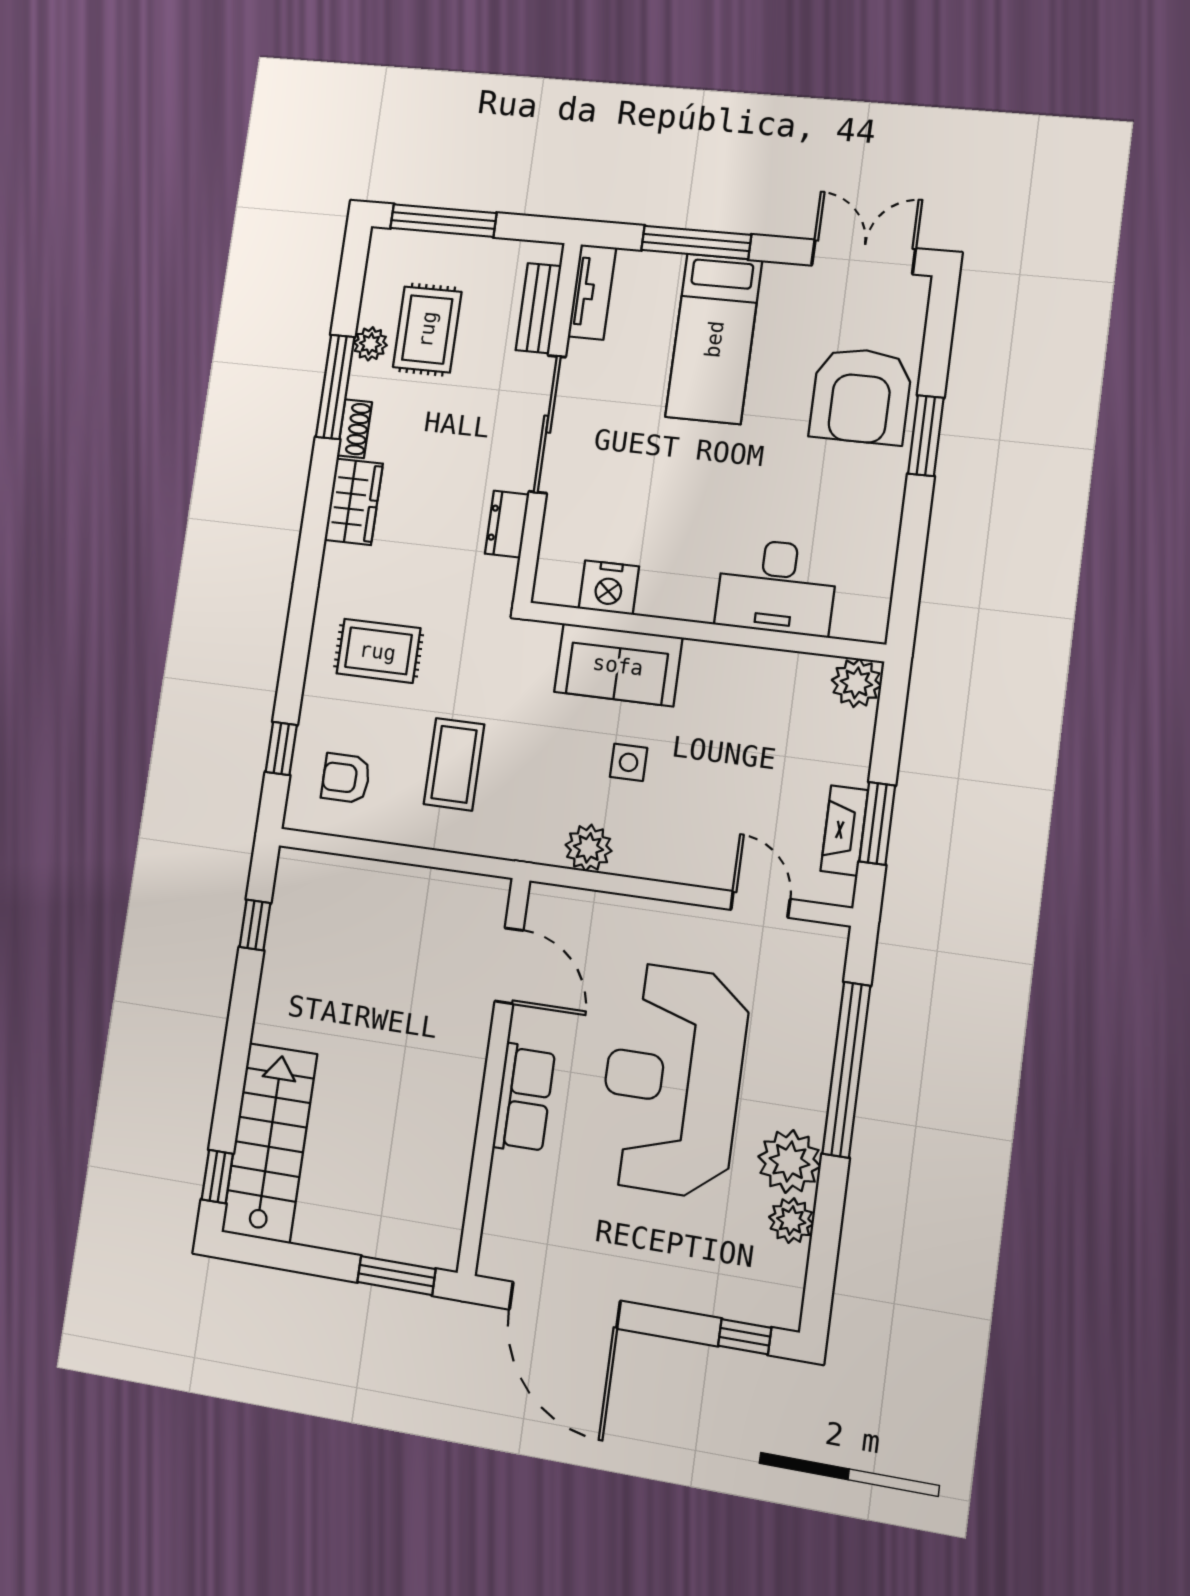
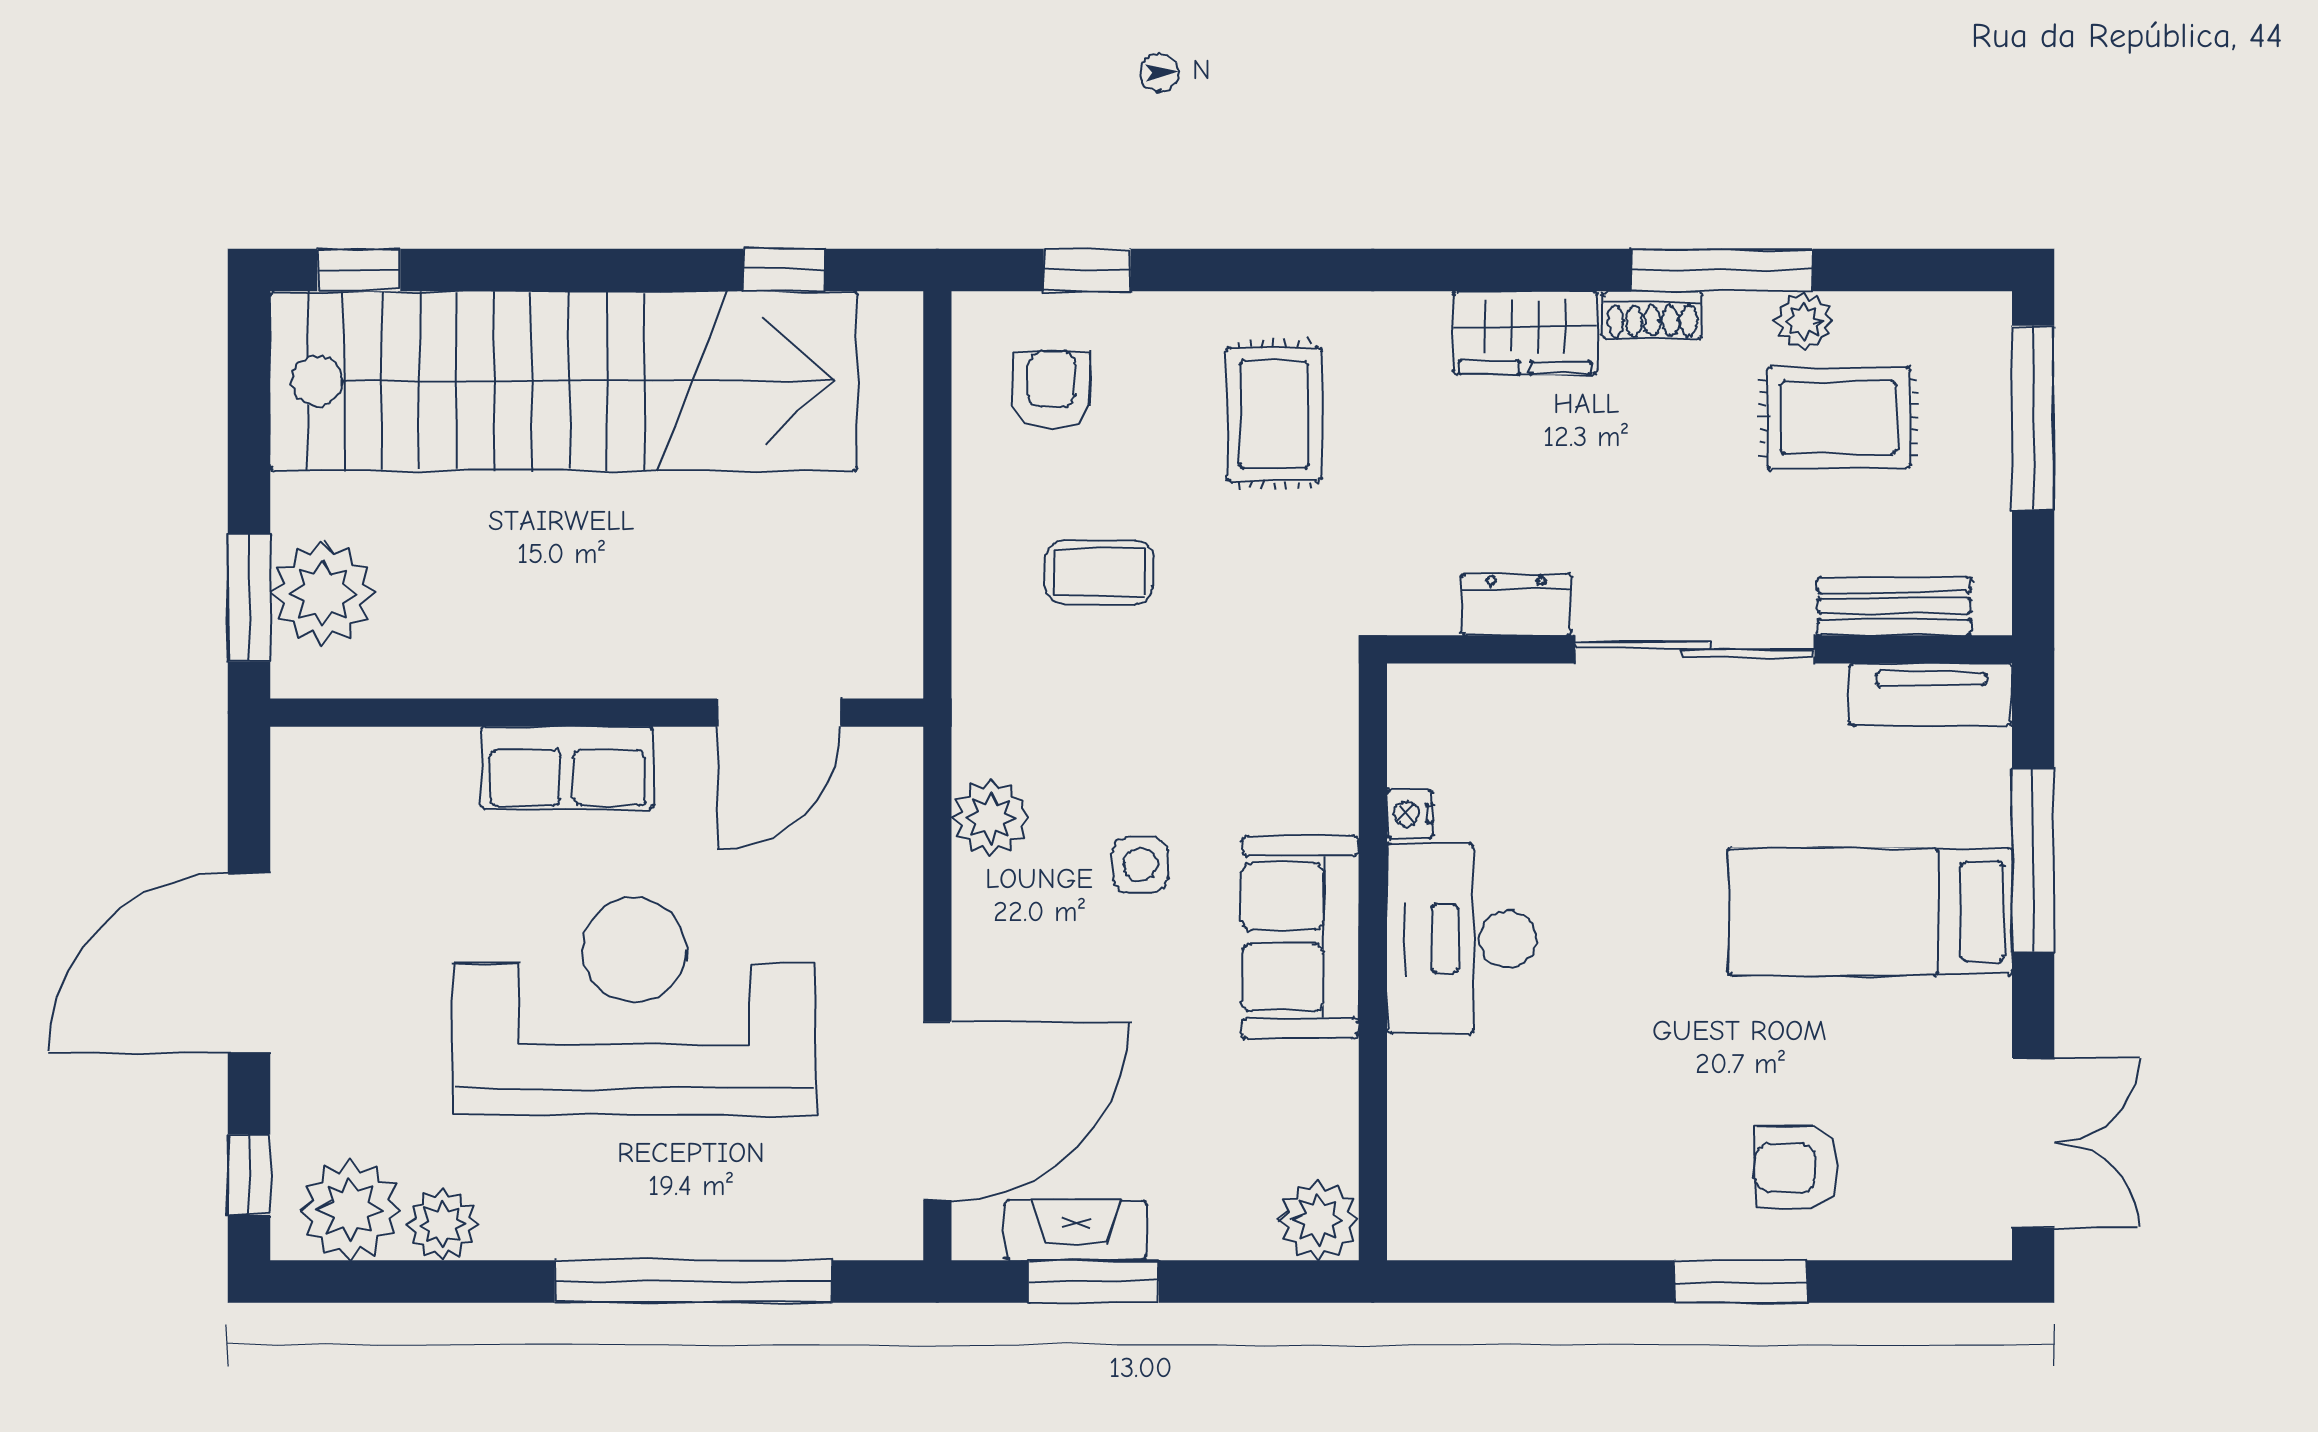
armchair: (861, 396) -> (1797, 1168), width x0.53, depth x0.53
nightstand: (609, 587) -> (1410, 814), width x0.53, depth x0.56
desk: (776, 587) -> (1461, 939), moved
sofa: (618, 665) -> (1300, 937), moved
coffee table: (454, 764) -> (1099, 572), width x0.73, depth x0.77
door: (760, 904) -> (937, 1111), width x1.87
stairs: (269, 1143) -> (564, 381), width x1.86, depth x1.51
plant: (789, 1161) -> (350, 1210), moved
plant: (400, 1230) -> (323, 593), added
door: (565, 1305) -> (249, 963), moved

